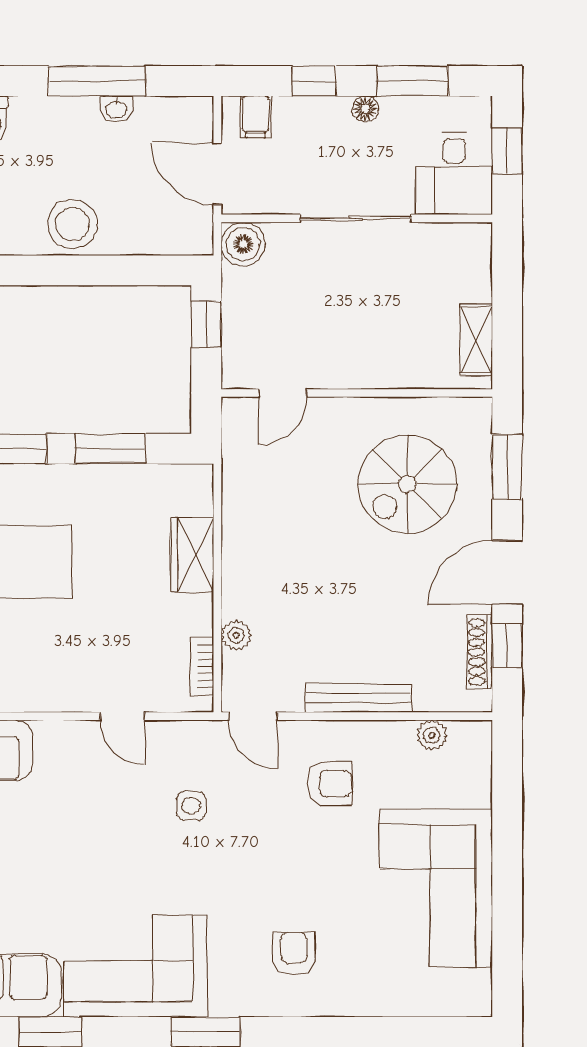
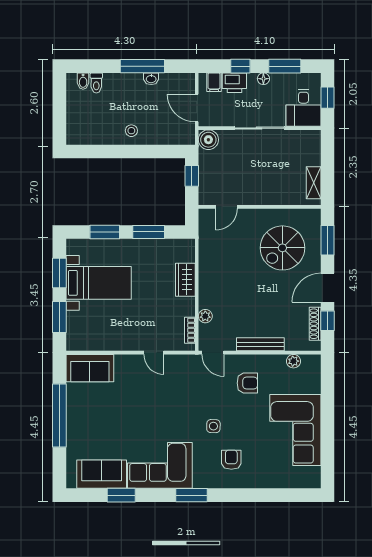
printer: (301, 118) -> (234, 83), added
stool: (72, 224) -> (131, 131), width x0.53, depth x0.53
side table: (191, 806) -> (213, 426), moved

